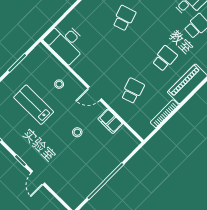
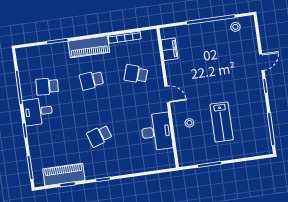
desk: (66, 42) -> (157, 132), moved
school desk: (133, 91) -> (136, 74), turned 36
filing cabinet: (110, 121) -> (170, 49), moved
stool: (77, 132) -> (235, 27), moved

